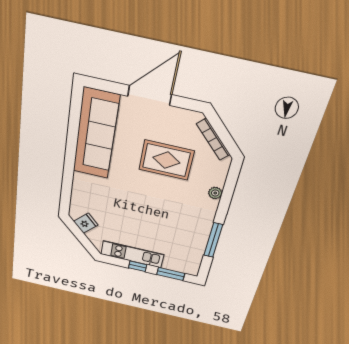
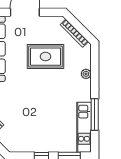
kitchen unit: (132, 254) -> (84, 127), moved, turned -90

